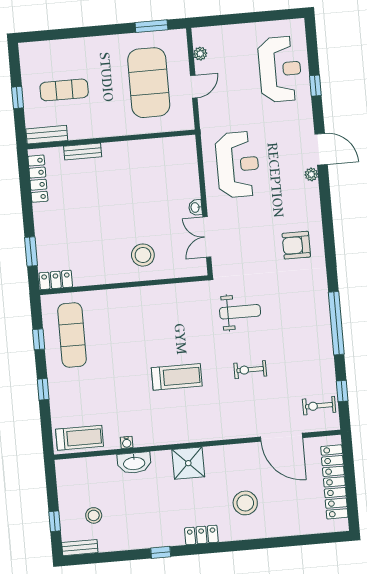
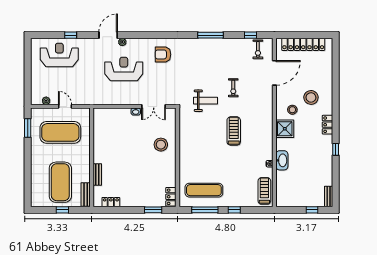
exercise mat: (64, 90) -> (60, 182), width x2.00, depth x1.45
reception desk: (238, 165) -> (124, 69), moved
locker: (38, 179) -> (111, 202), width x0.66
armchair: (296, 245) -> (163, 54), turned 90
weight bench: (240, 312) -> (205, 101), moved, turned 90
window: (336, 323) -> (211, 35), width x0.68
window: (39, 339) -> (205, 210), width x2.17
stool: (94, 515) -> (292, 110), moved

